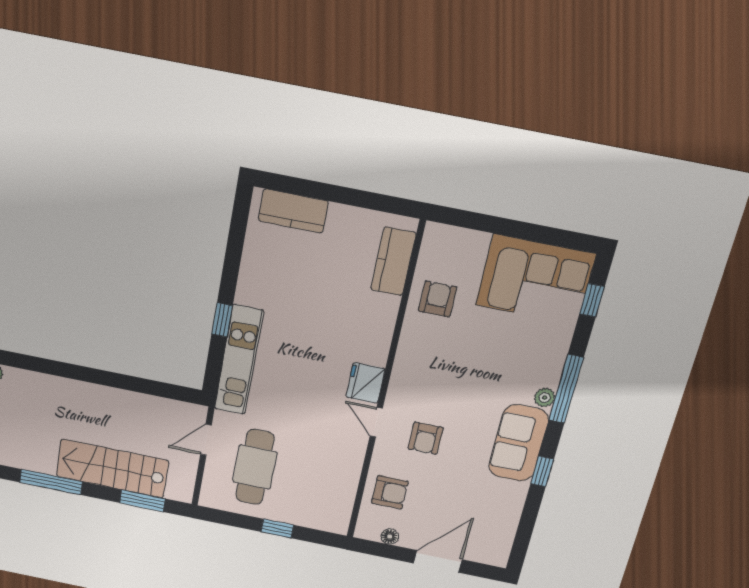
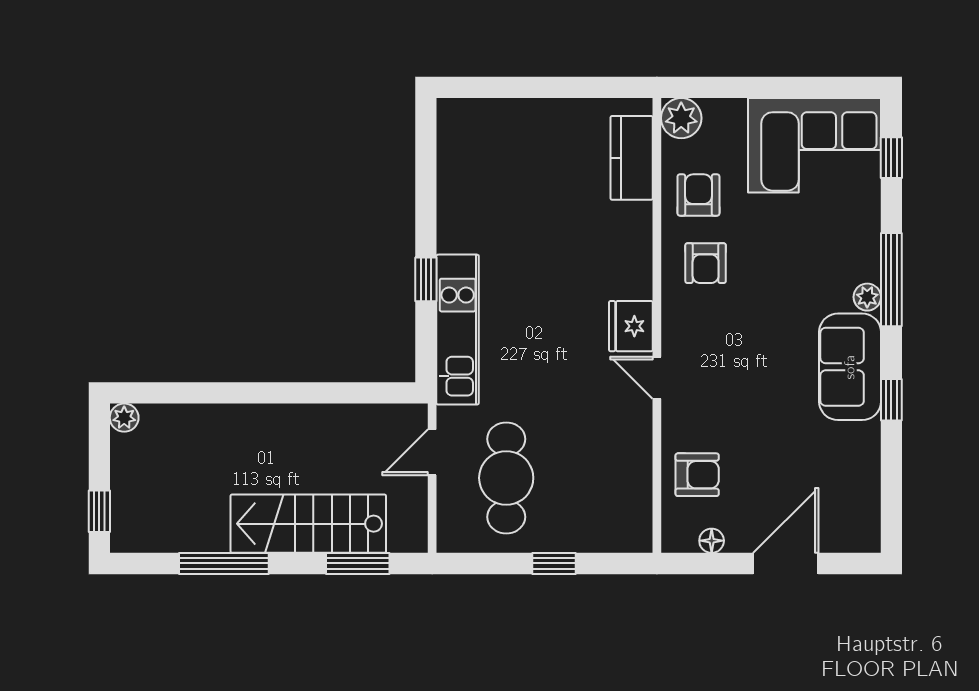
kitchen counter: (293, 211) -> (492, 119), removed
plant: (438, 239) -> (681, 118), added
armchair: (426, 438) -> (706, 263), moved

